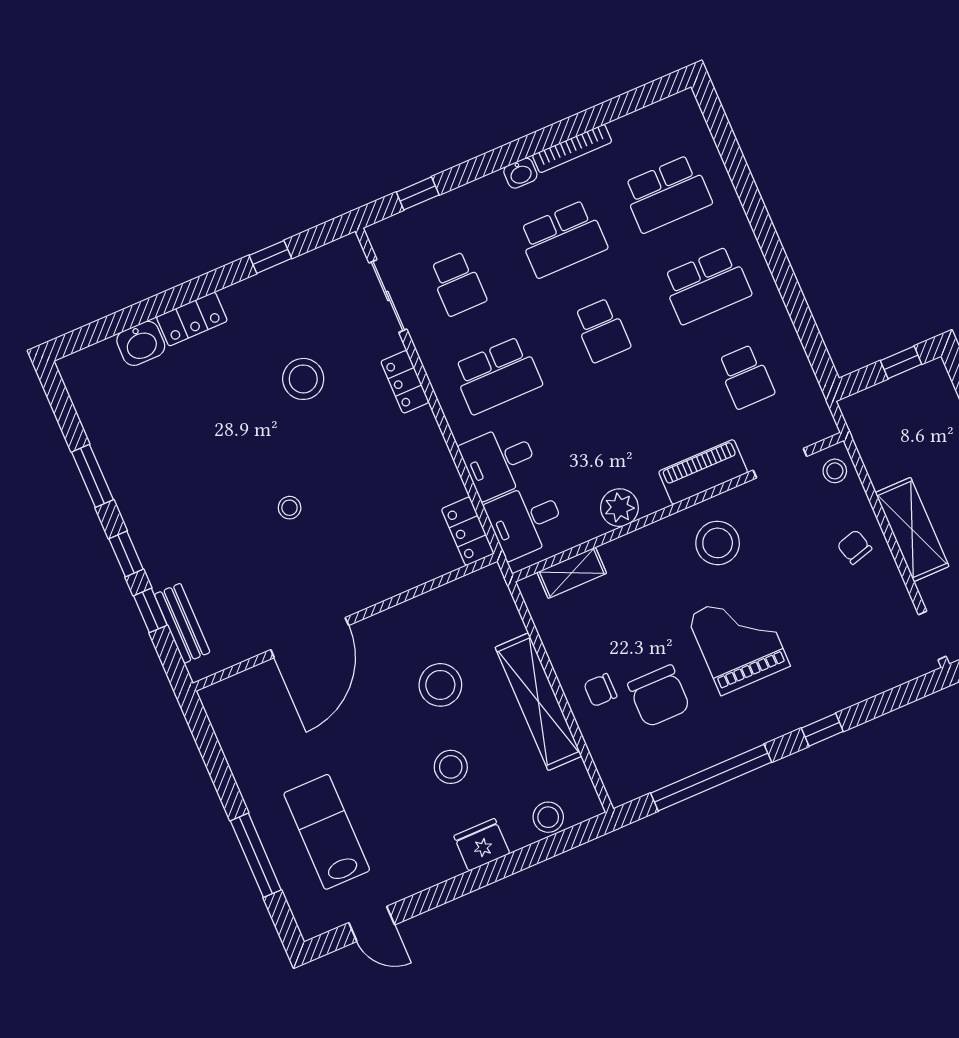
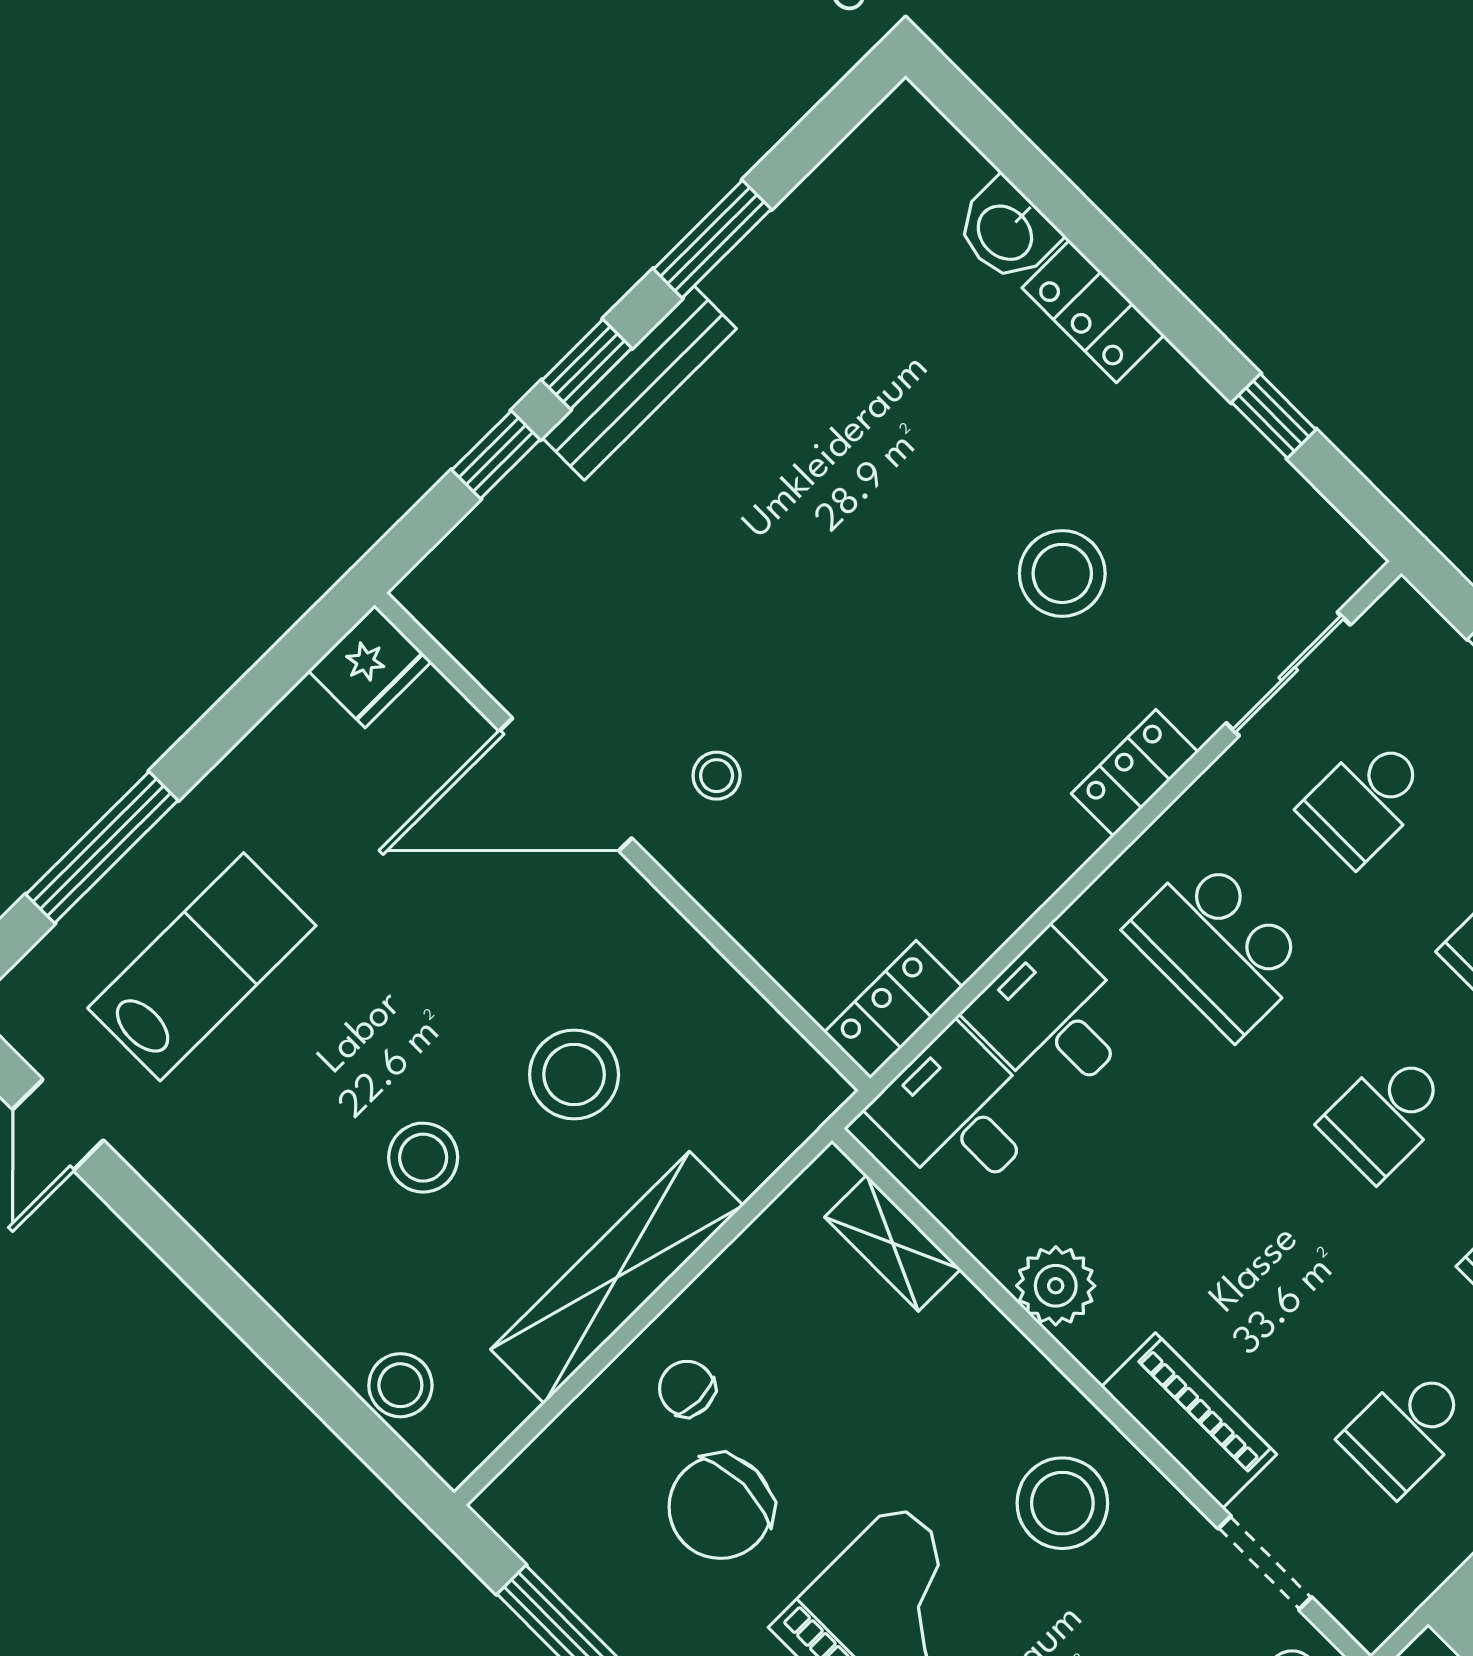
stool: (290, 508) -> (717, 776), moved
bench: (182, 623) -> (639, 383), moved, width x1.36
fridge: (482, 845) -> (370, 666), moved, turned 90

